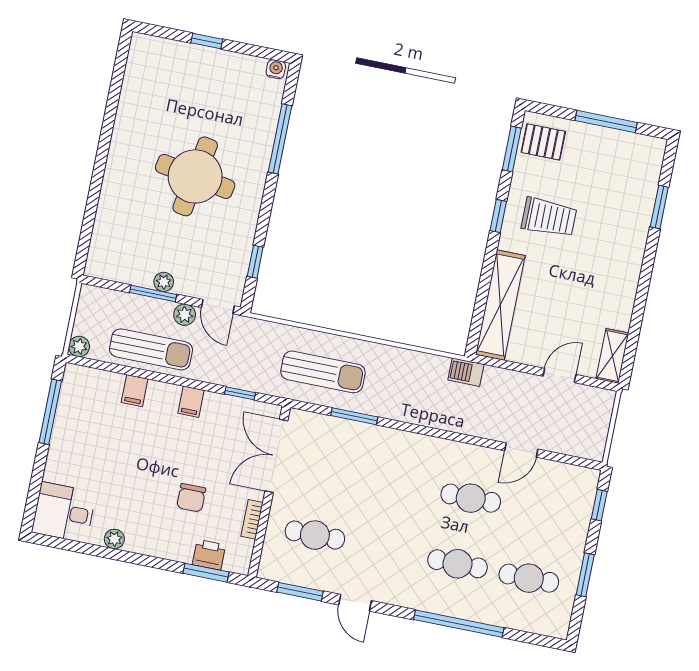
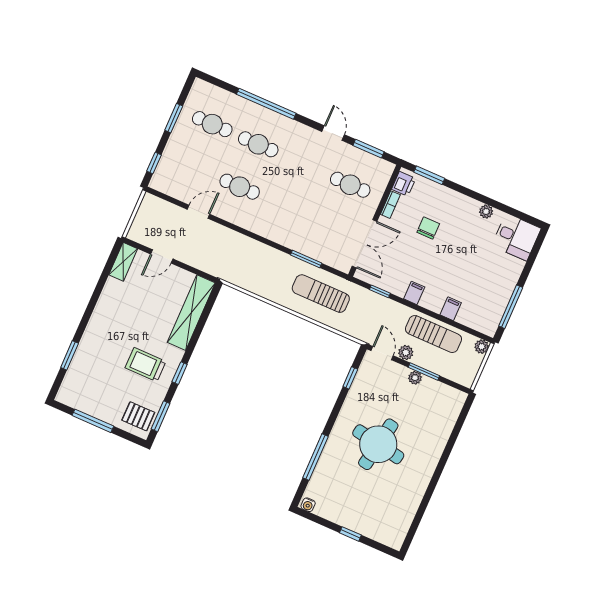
sun lounger: (151, 349) -> (433, 334), turned 180
barbecue: (466, 372) -> (224, 272), removed
printer: (209, 555) -> (404, 184), moved, turned -90

